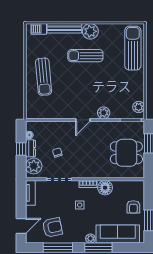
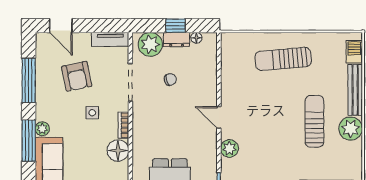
armchair: (52, 227) -> (77, 76), moved

